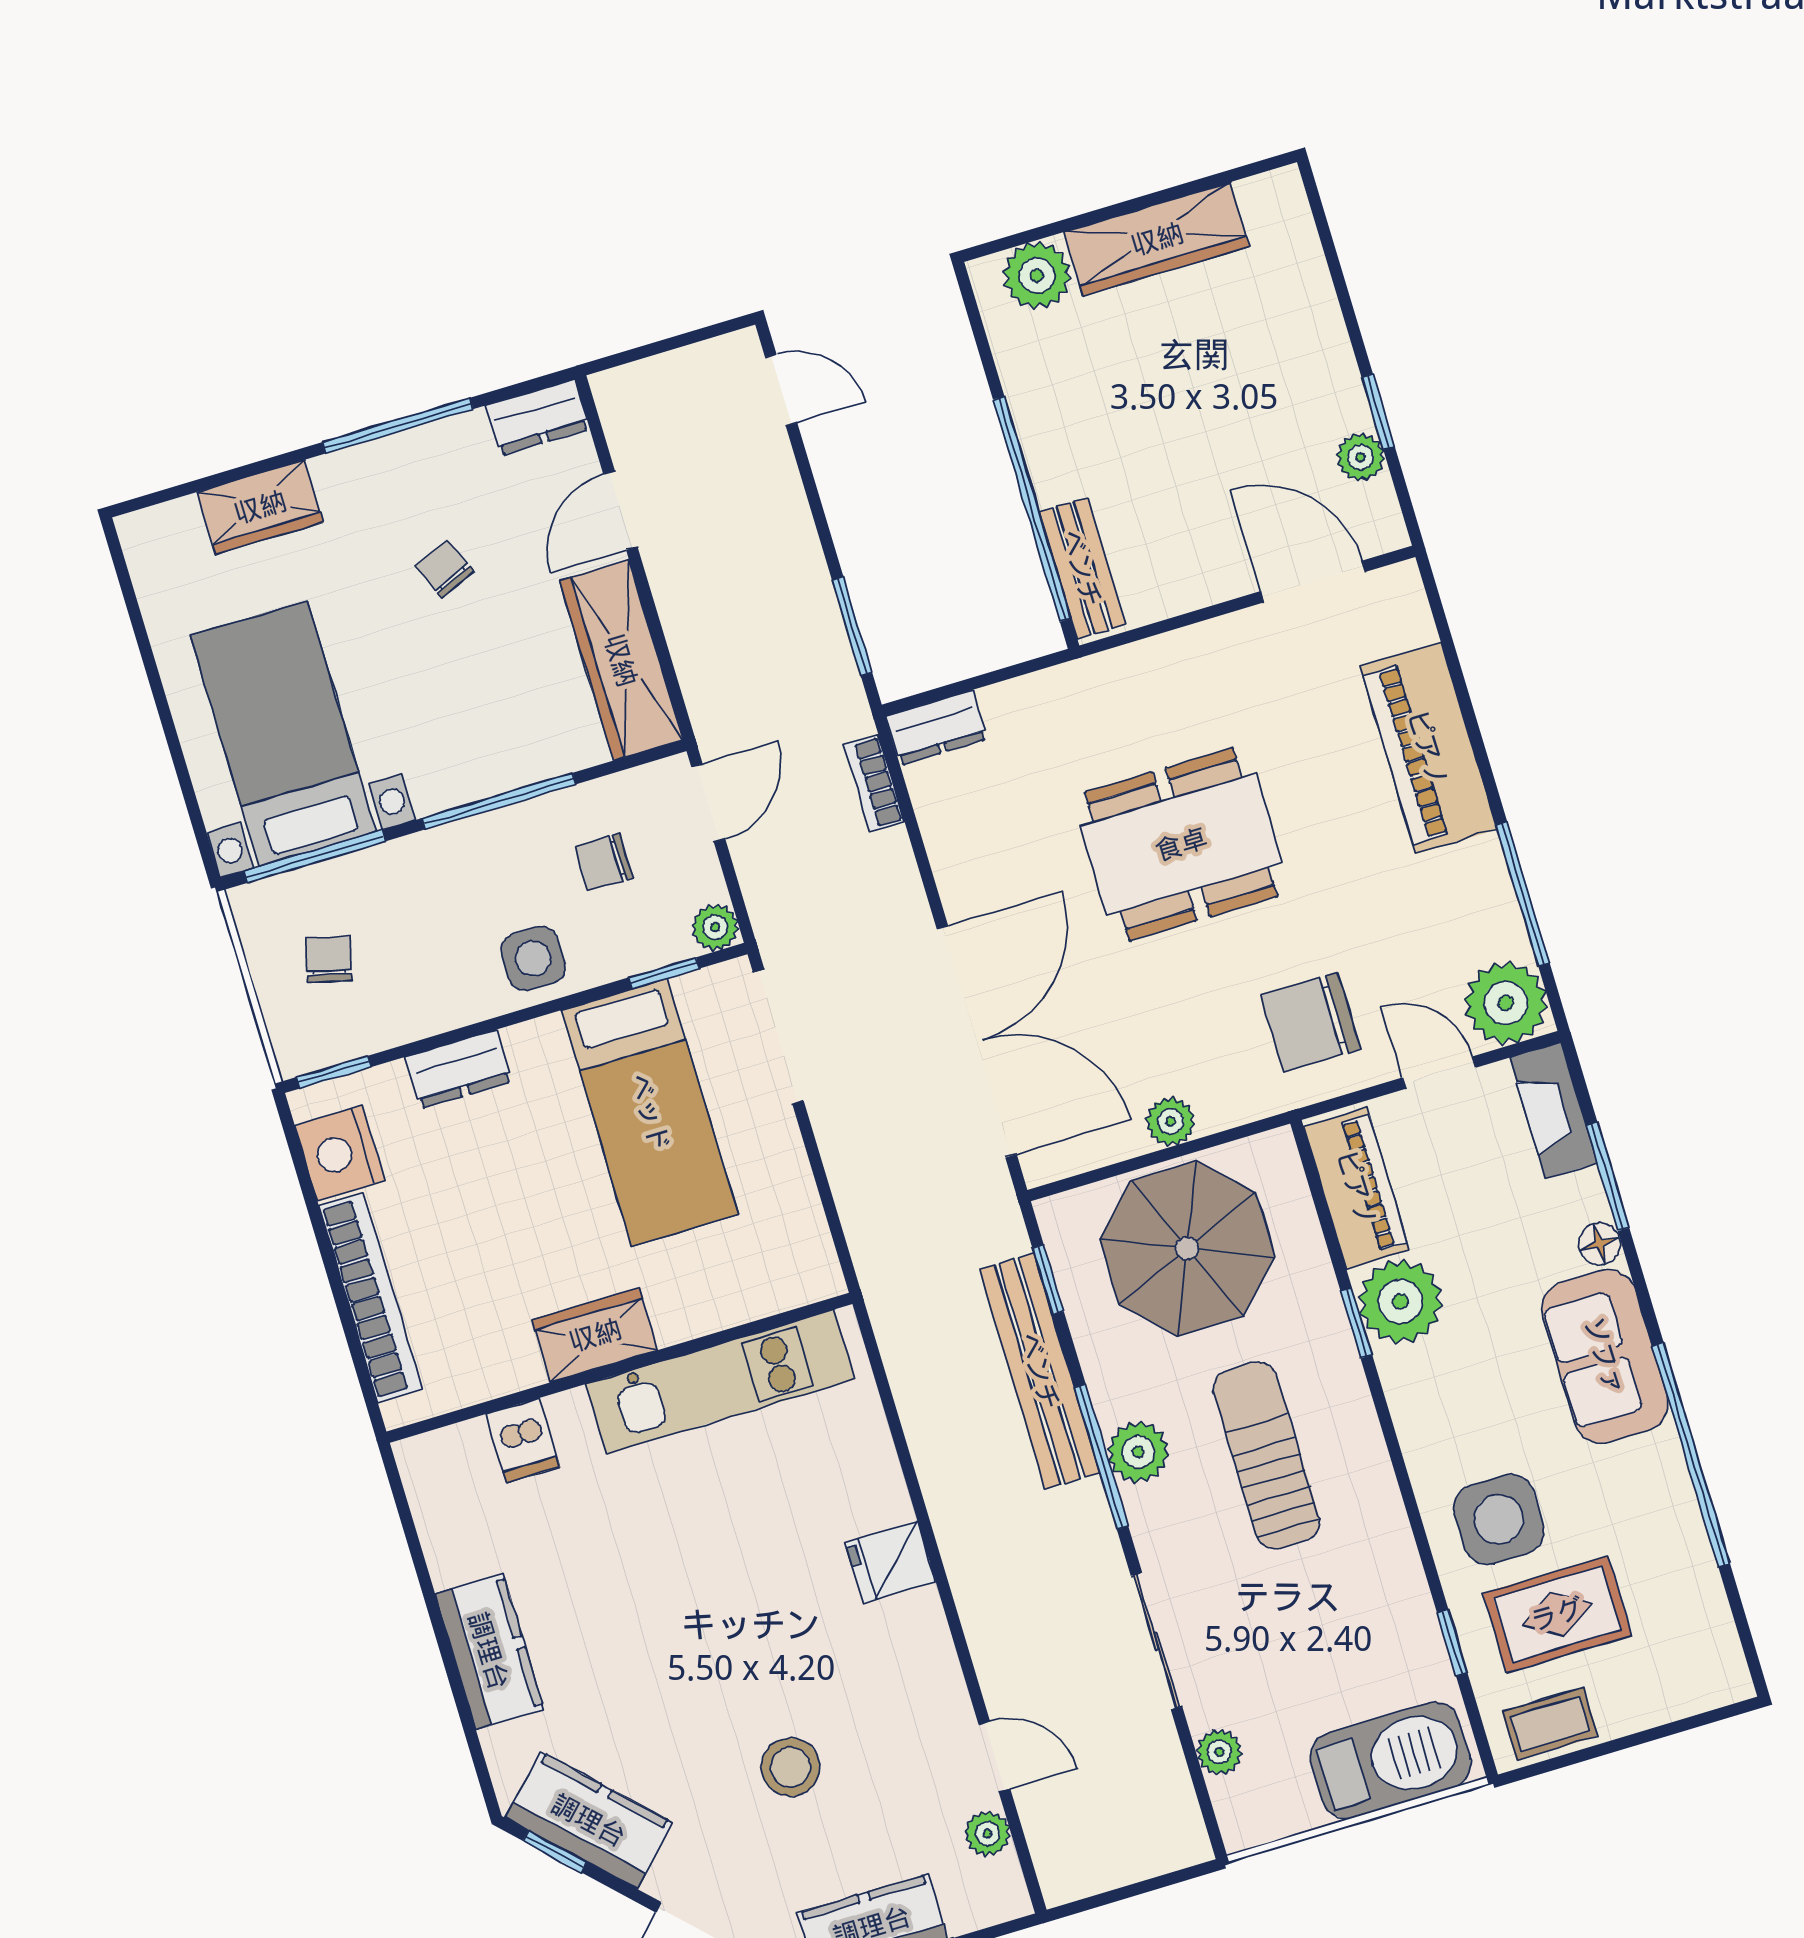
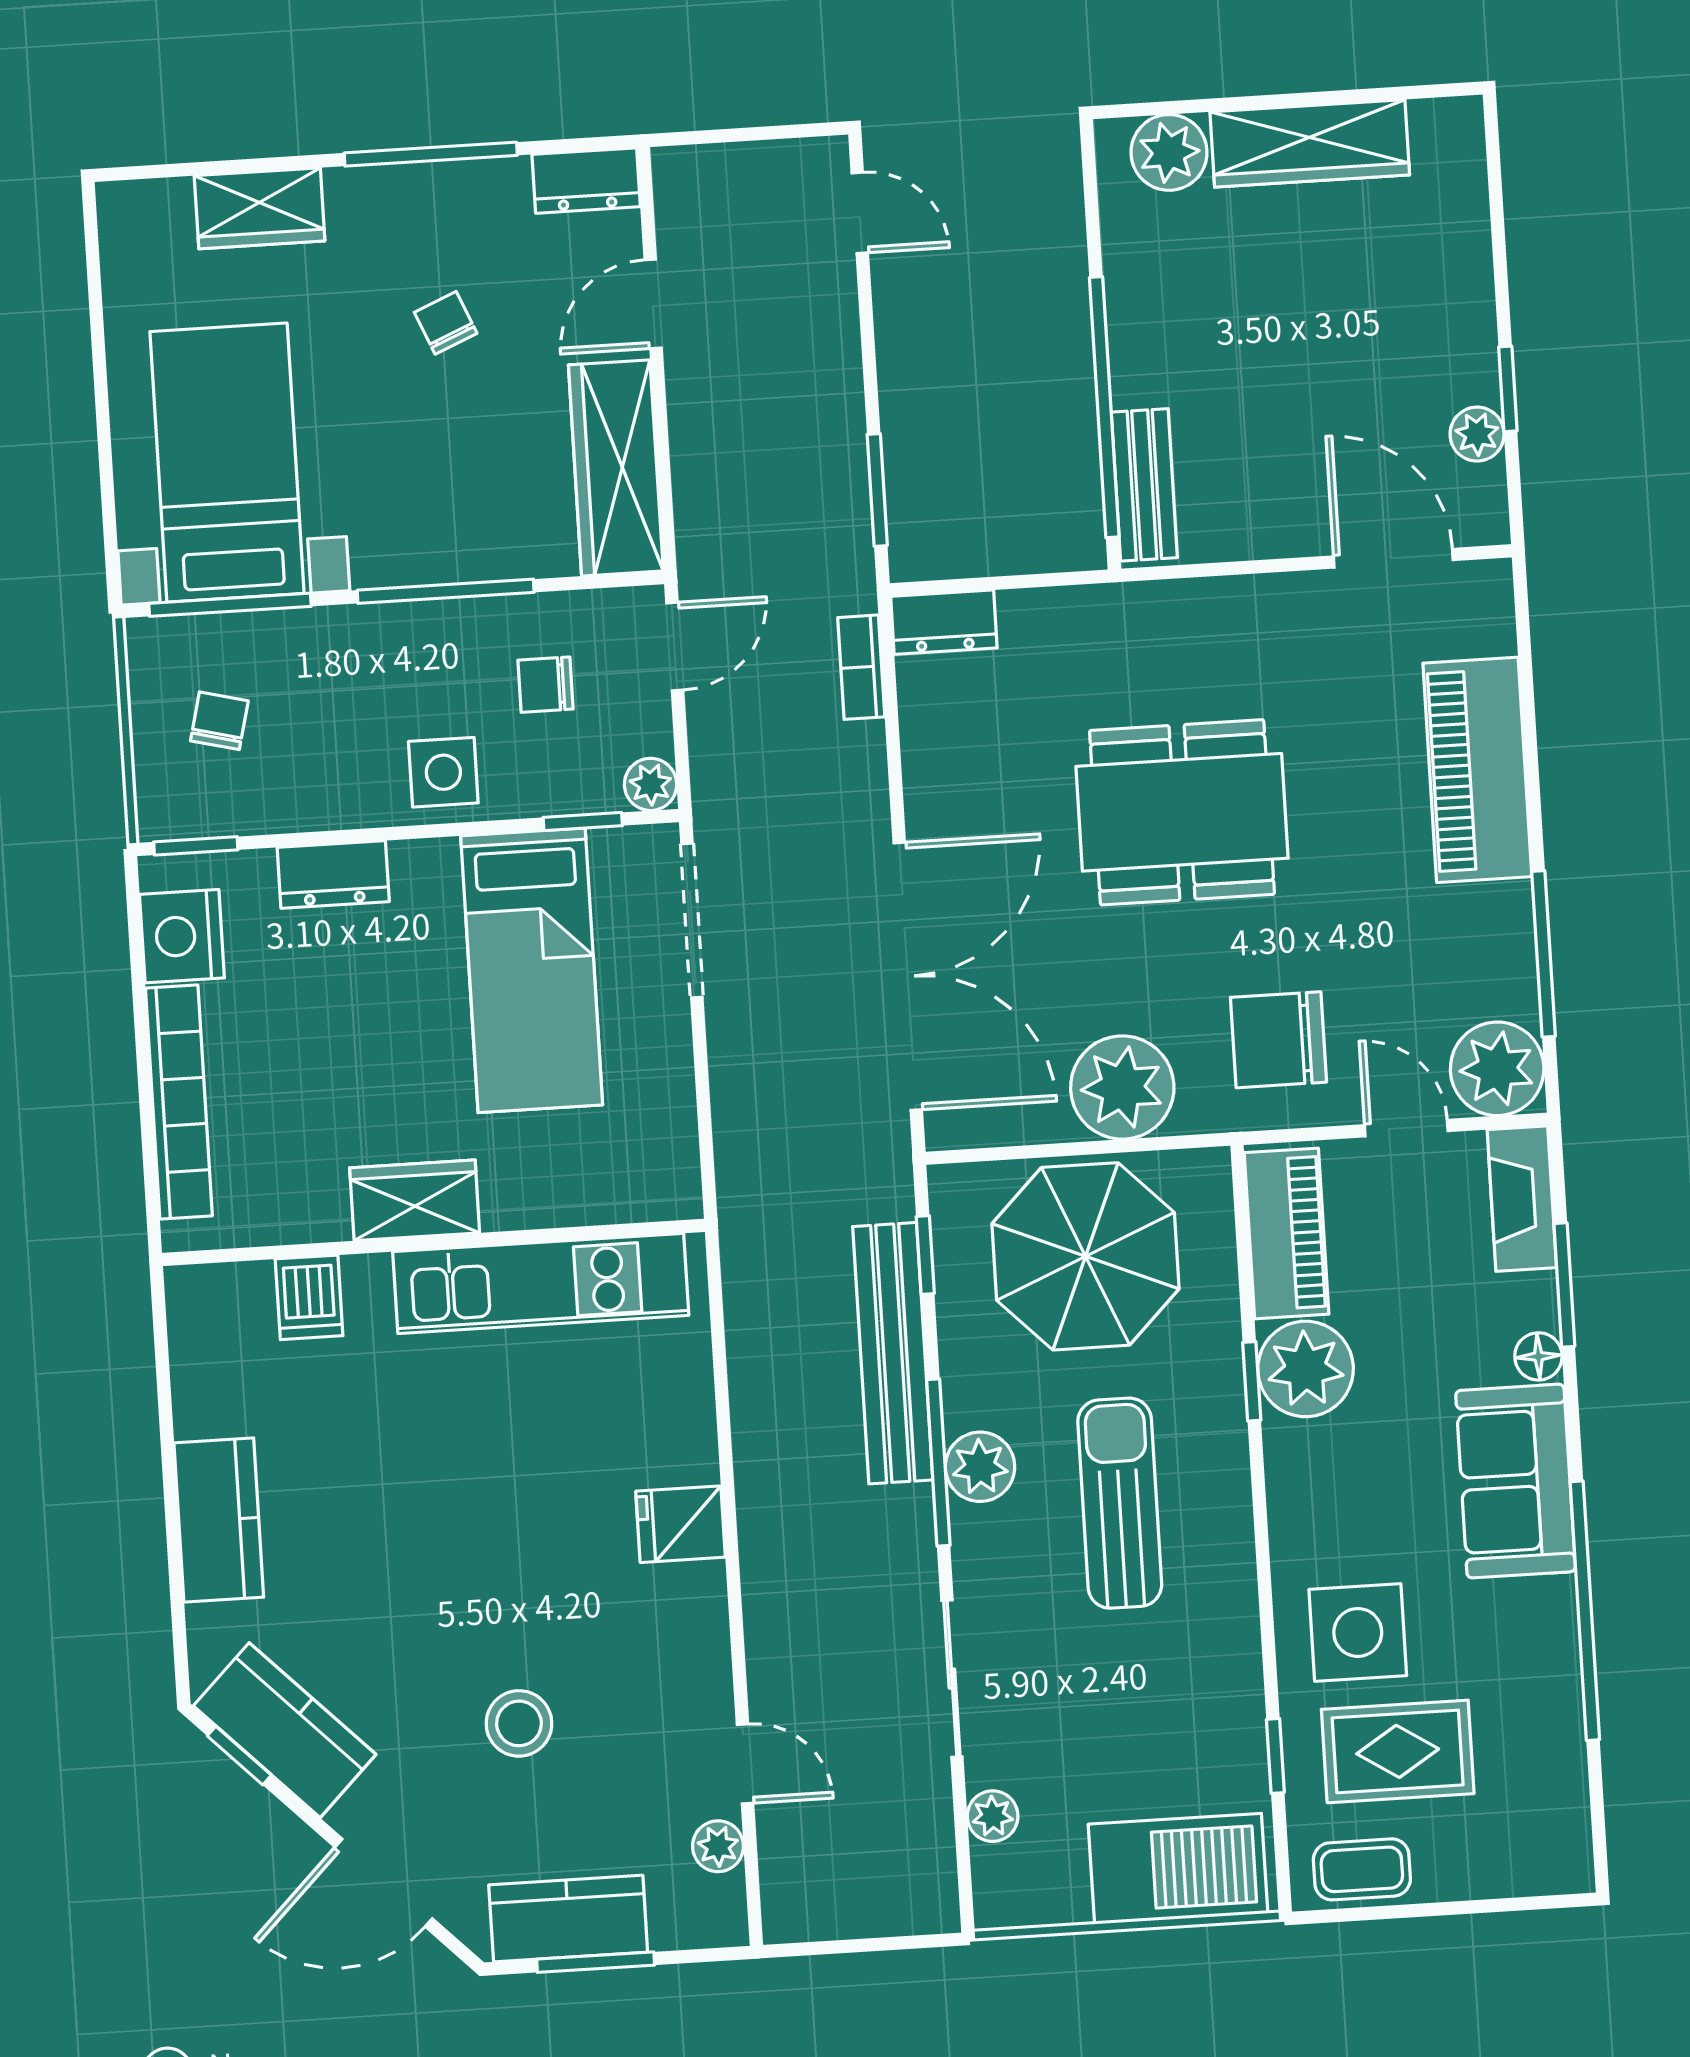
plant: (1170, 1121) -> (1122, 1087), width x1.87, depth x1.87

